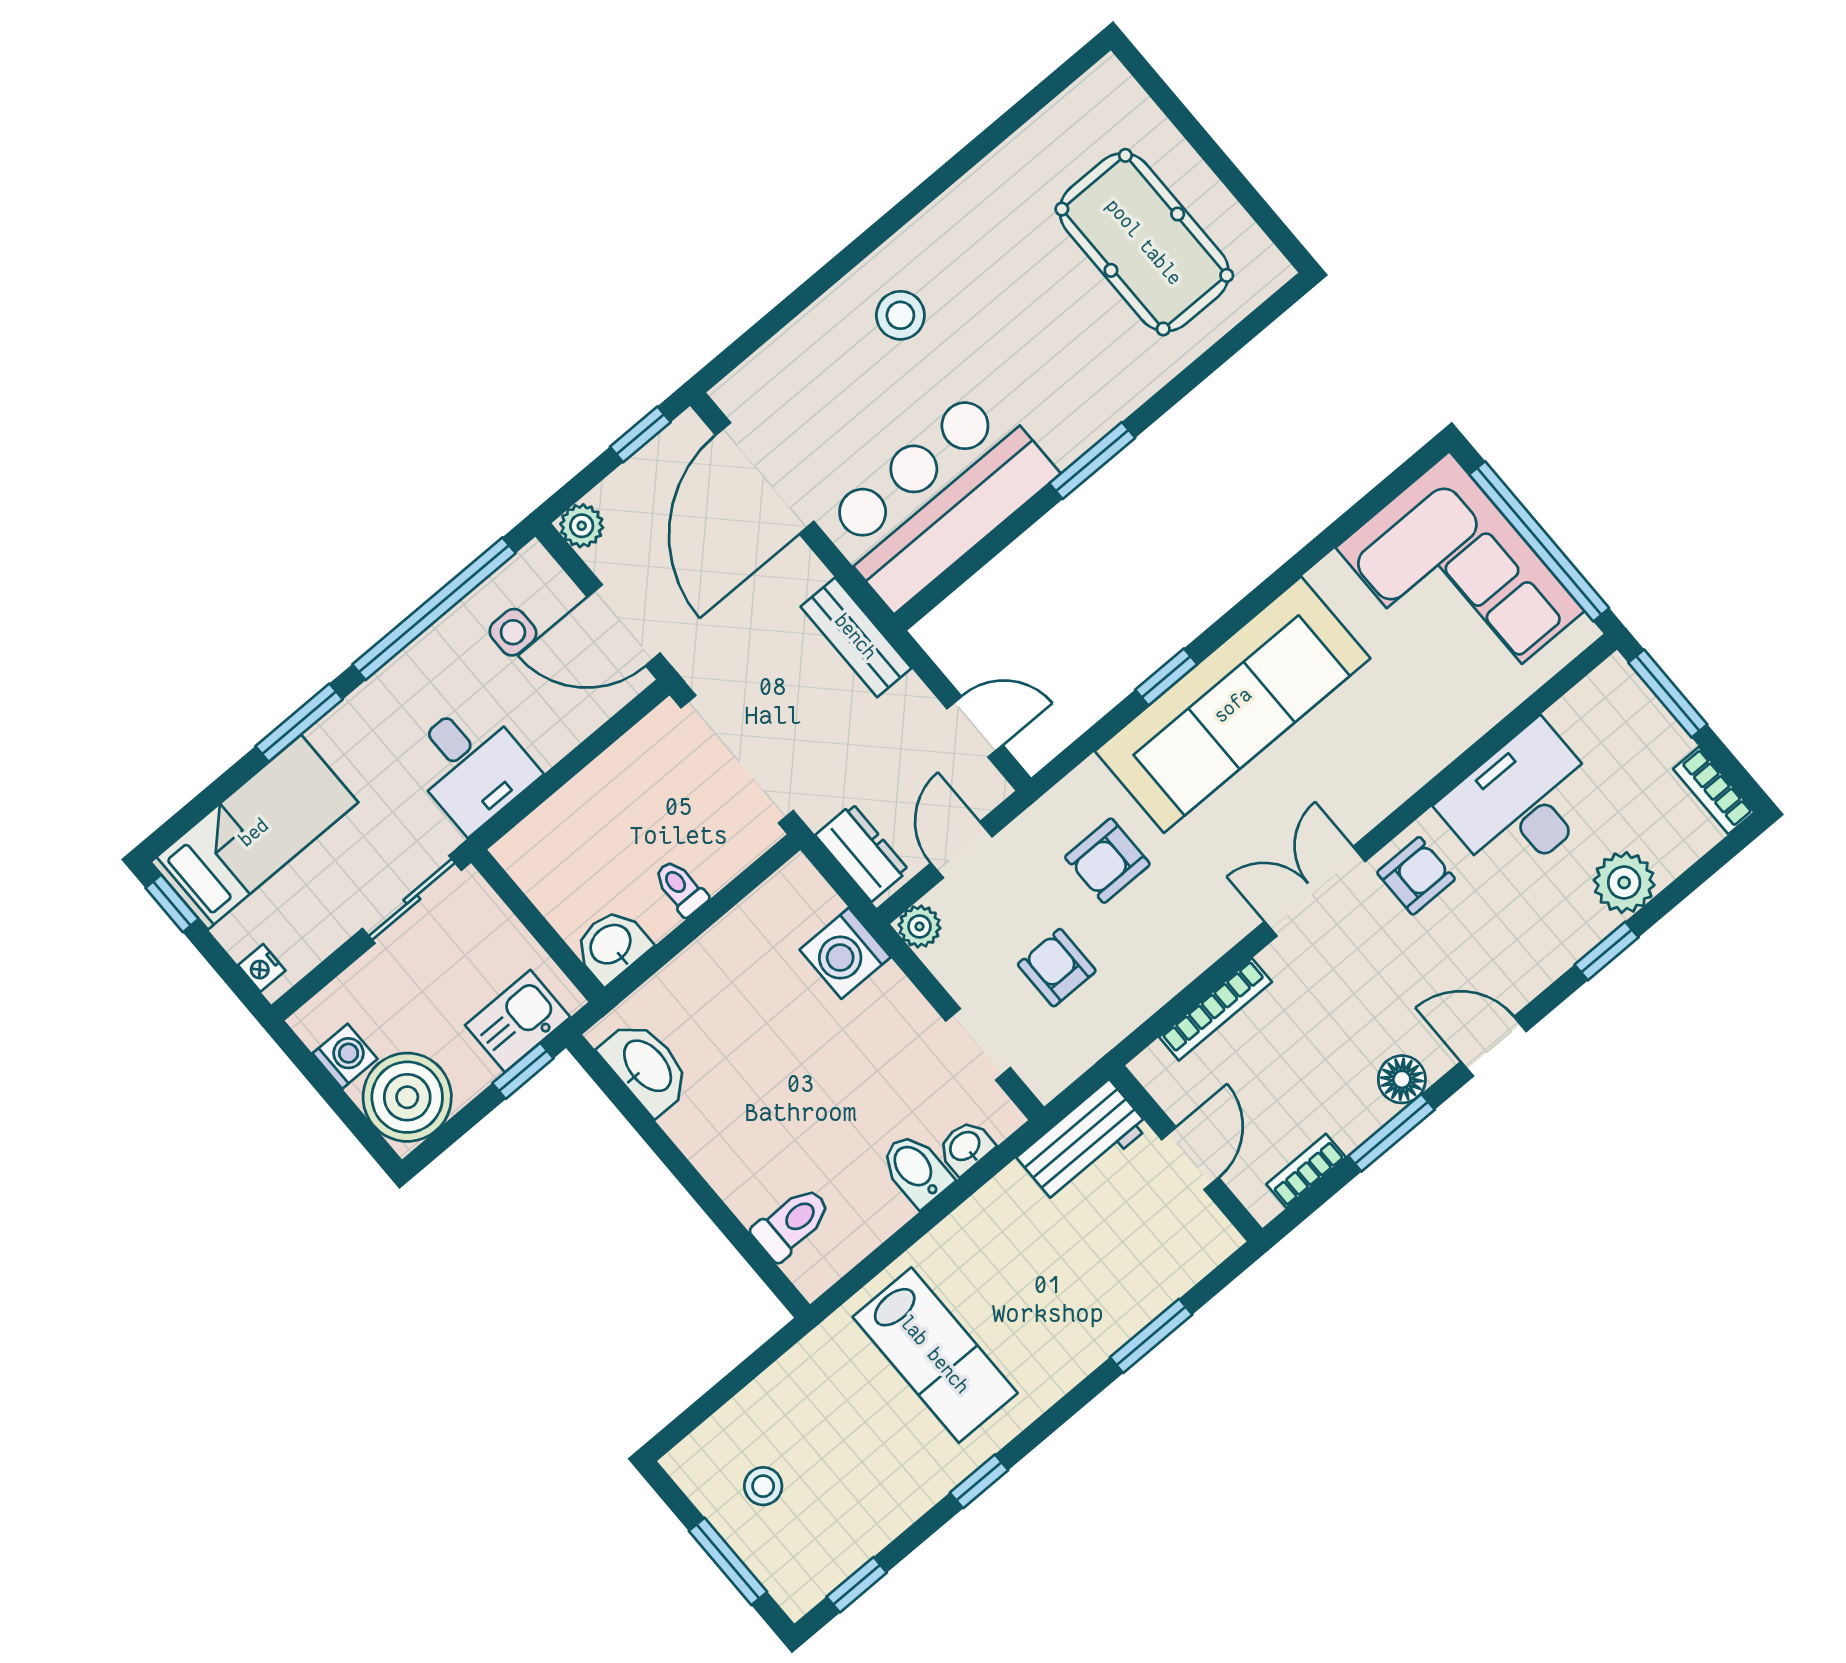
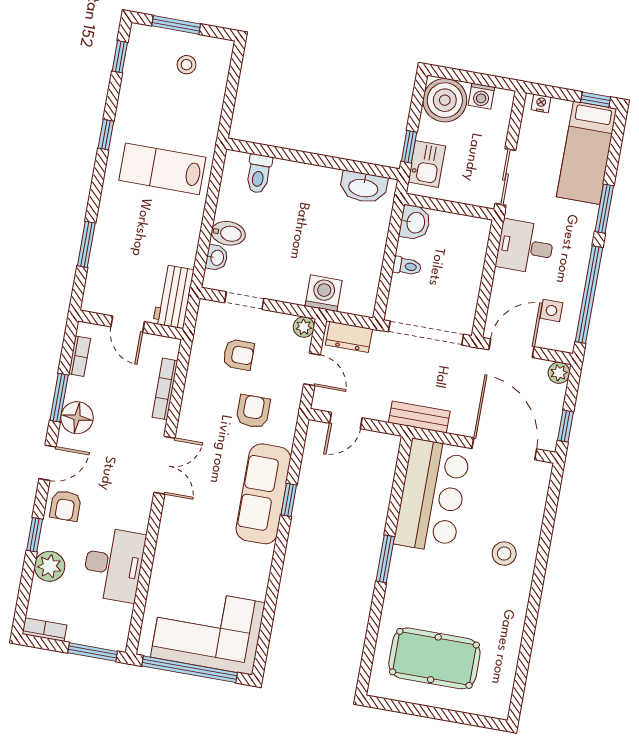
sofa: (1233, 705) -> (263, 494), width x0.74, depth x0.79
armchair: (1416, 876) -> (65, 506), moved
floor lamp: (1402, 1079) -> (77, 418), width x1.38, depth x1.38

